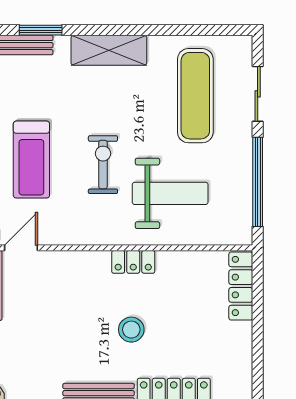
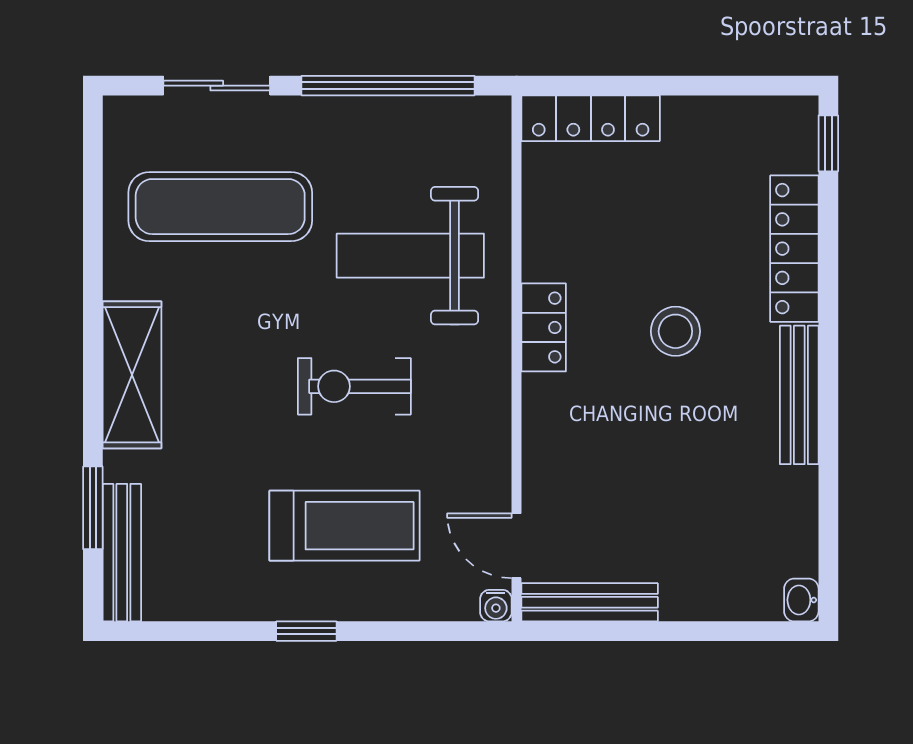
weight bench: (170, 193) -> (410, 256), turned -90

